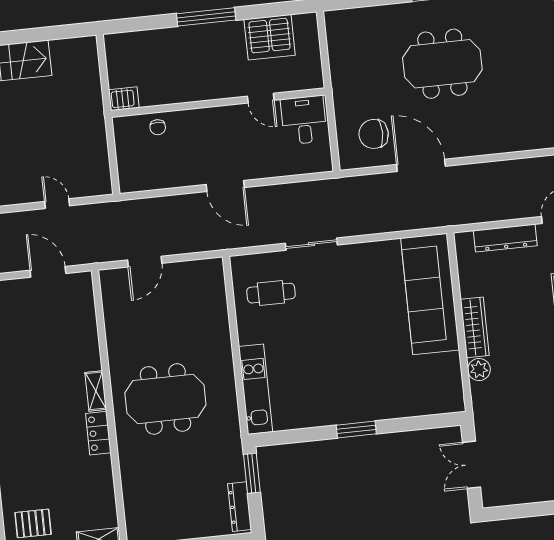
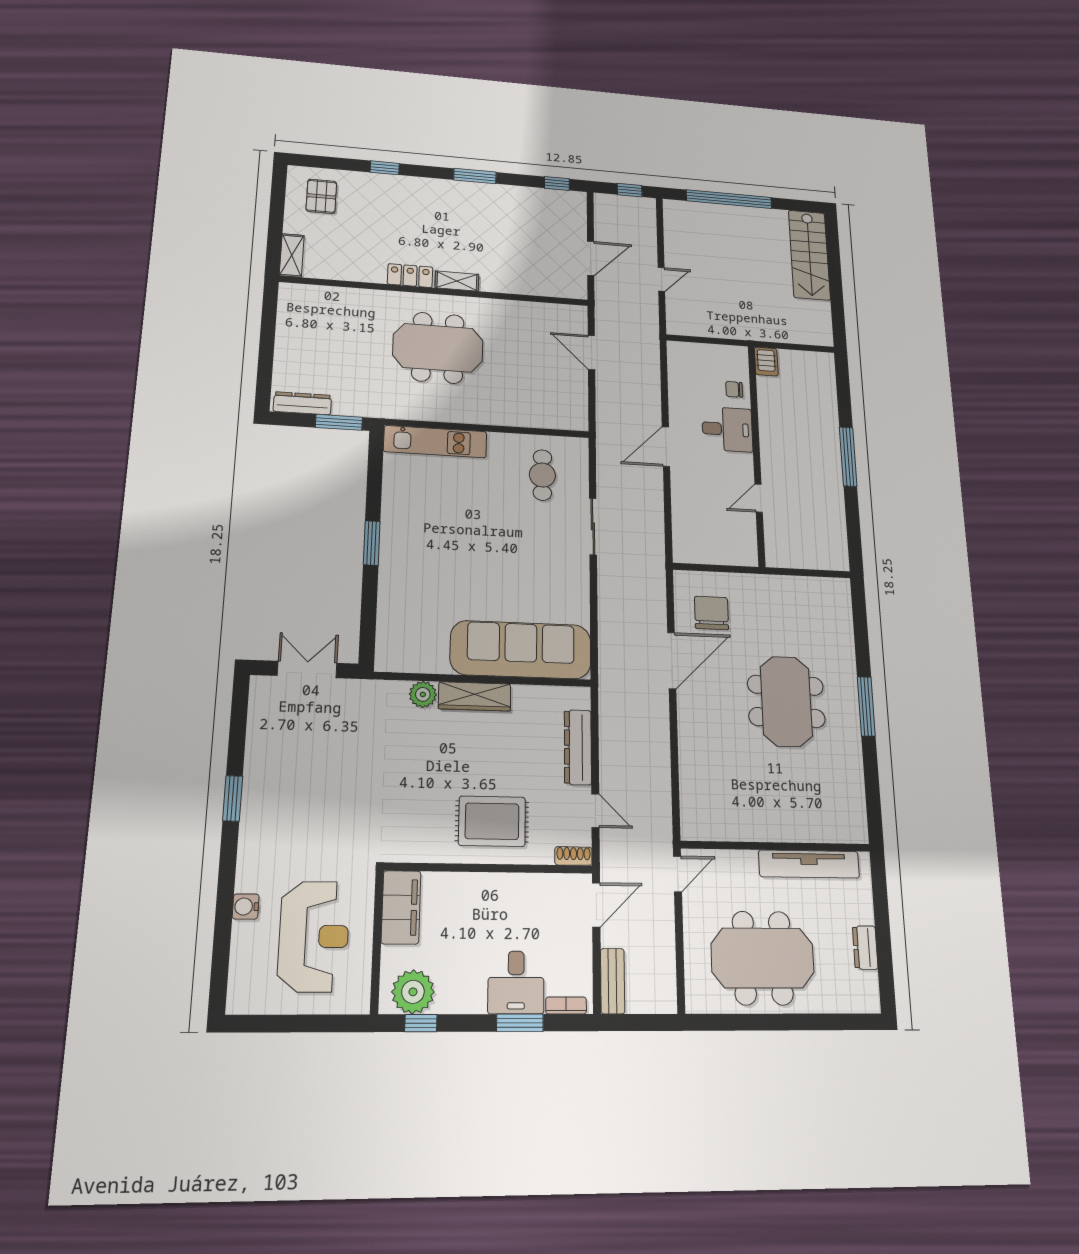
server rack: (270, 37) -> (824, 518), removed
desk: (304, 120) -> (727, 429), moved
meeting table: (165, 399) -> (438, 348), turned 90

